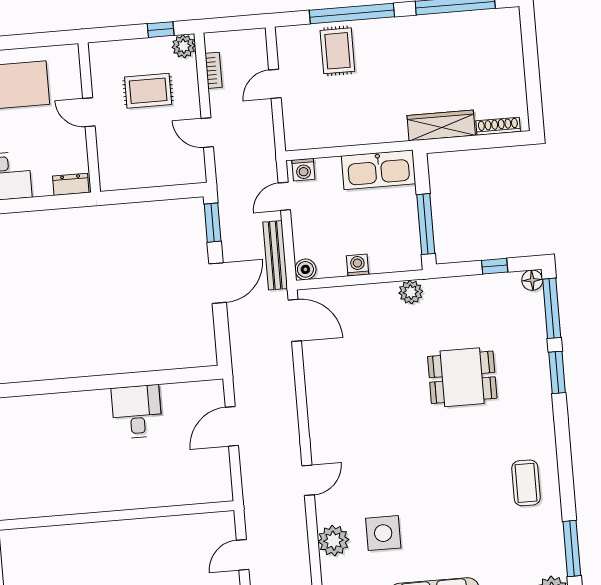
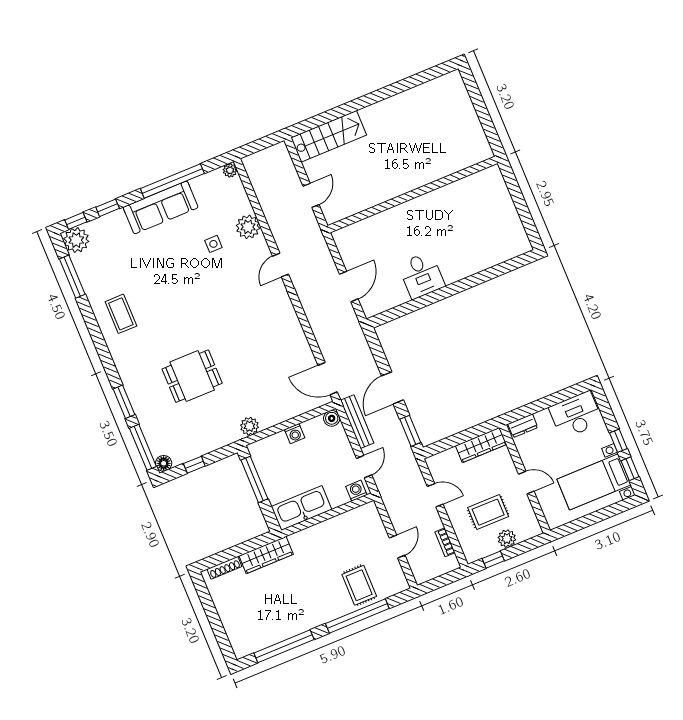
plant: (184, 46) -> (507, 539), moved
wardrobe: (130, 177) -> (481, 445), added
side table: (383, 533) -> (213, 244), width x0.54, depth x0.54

